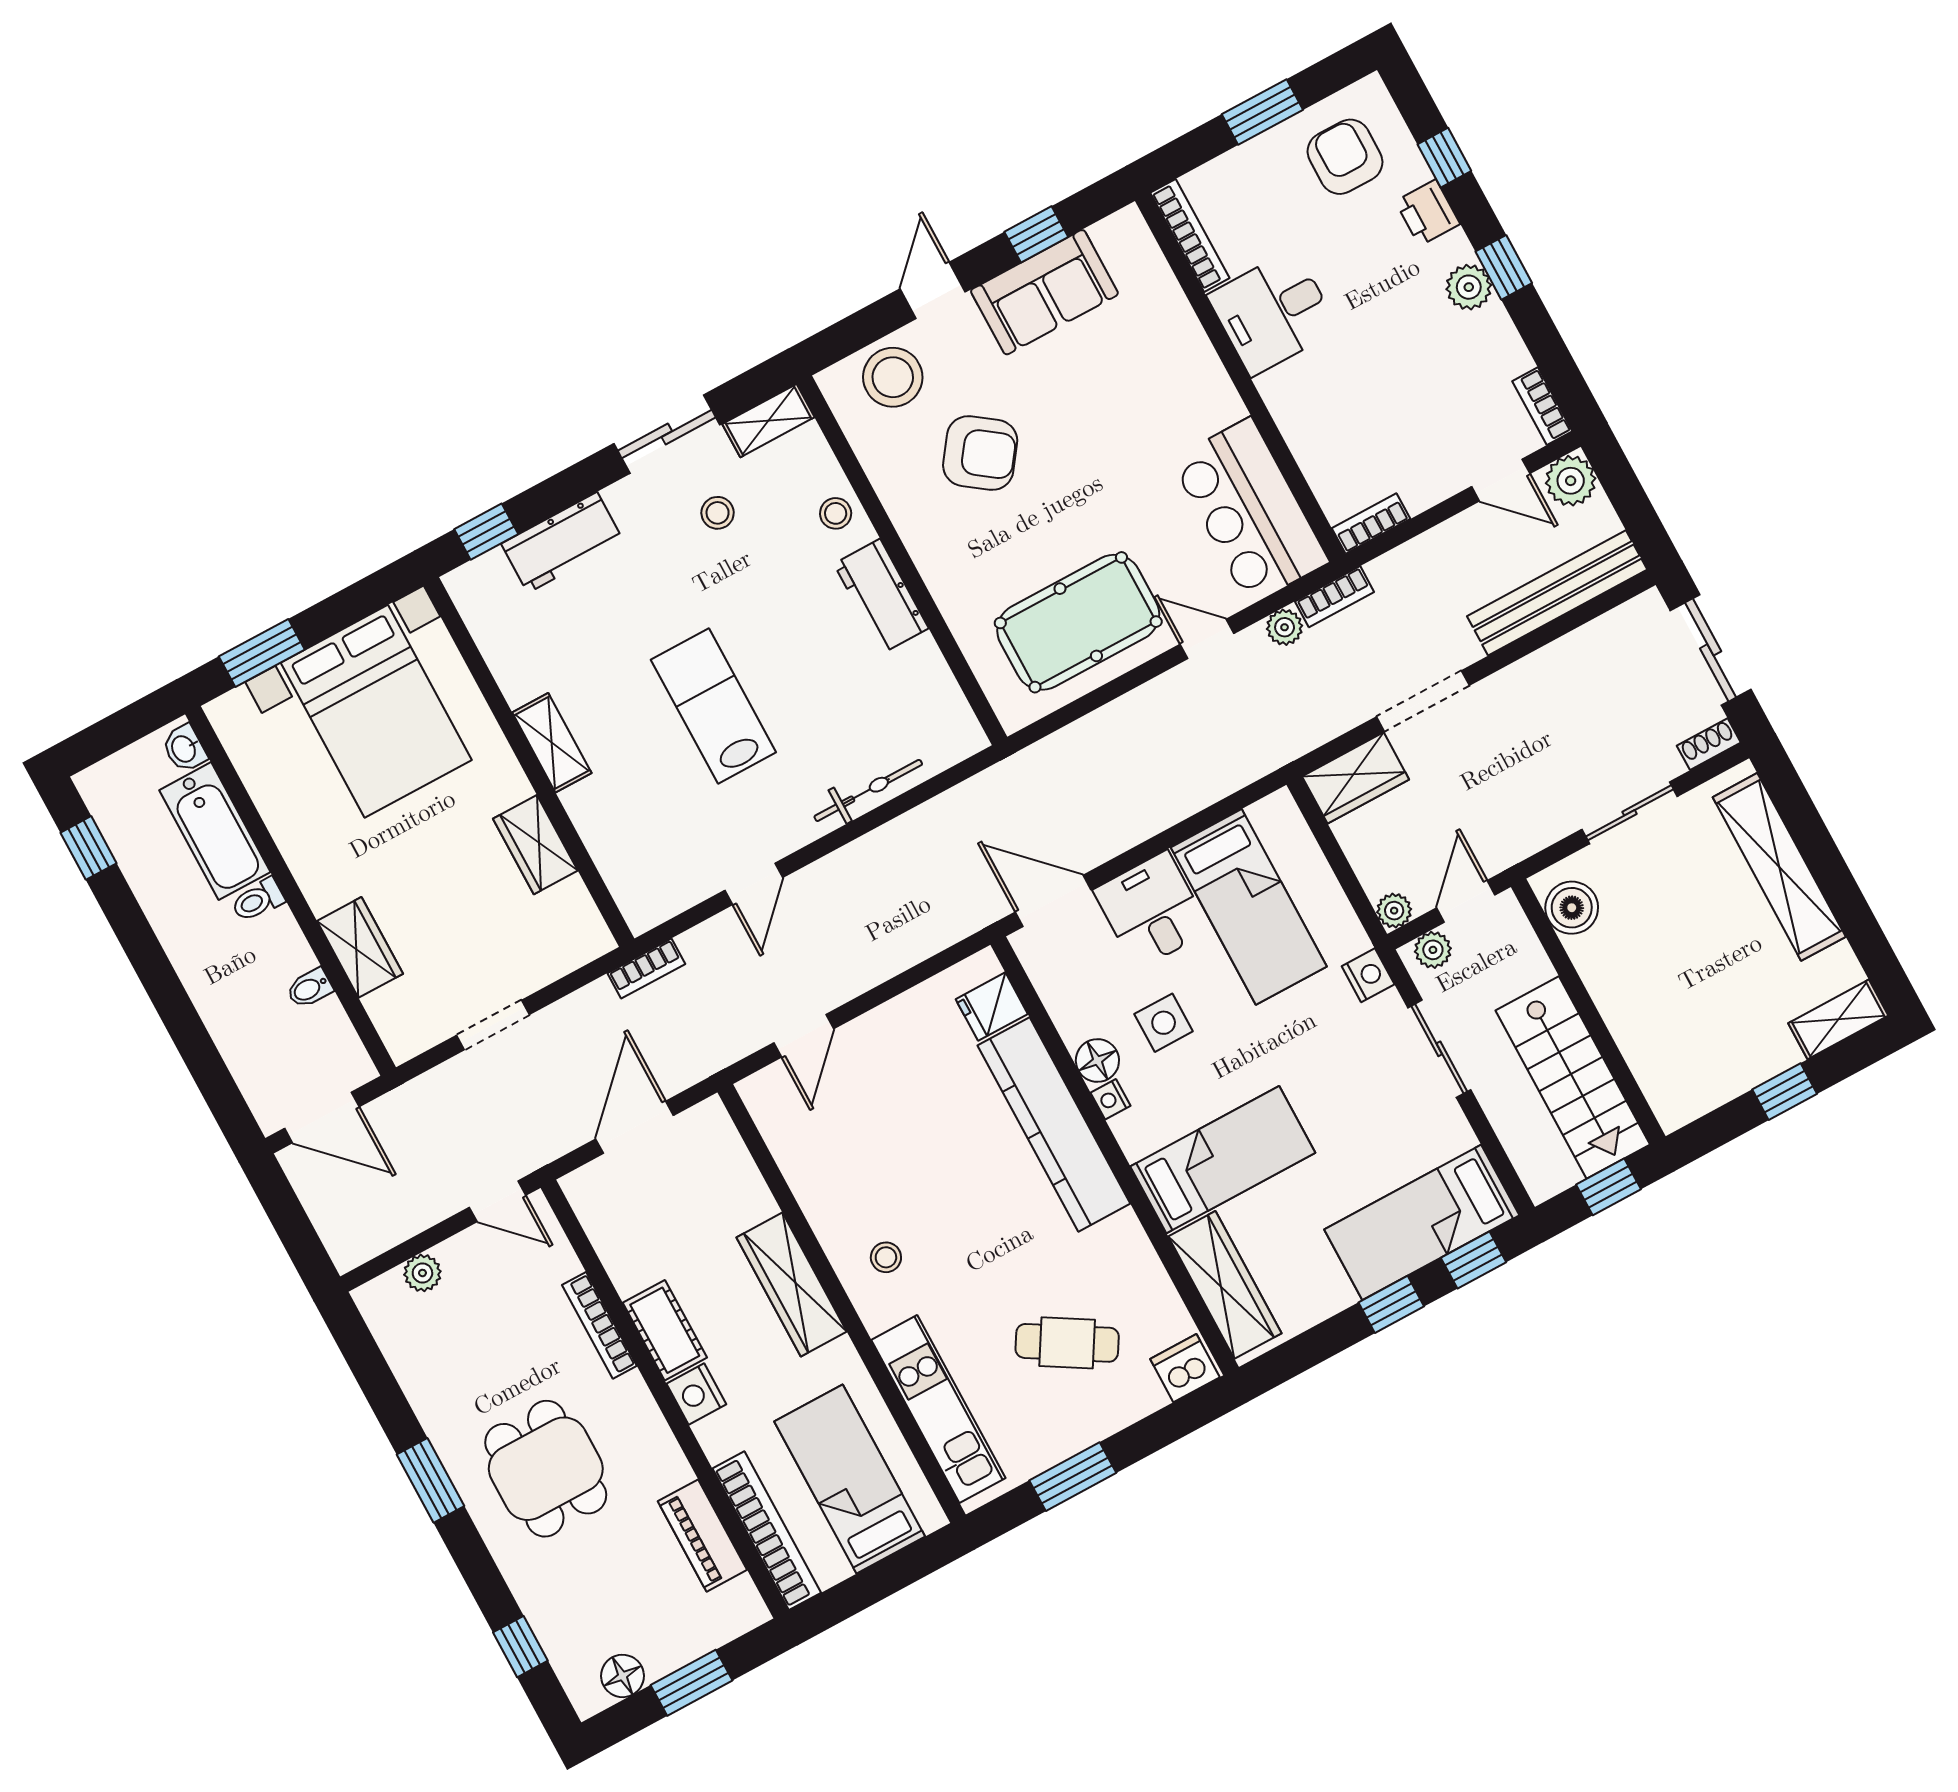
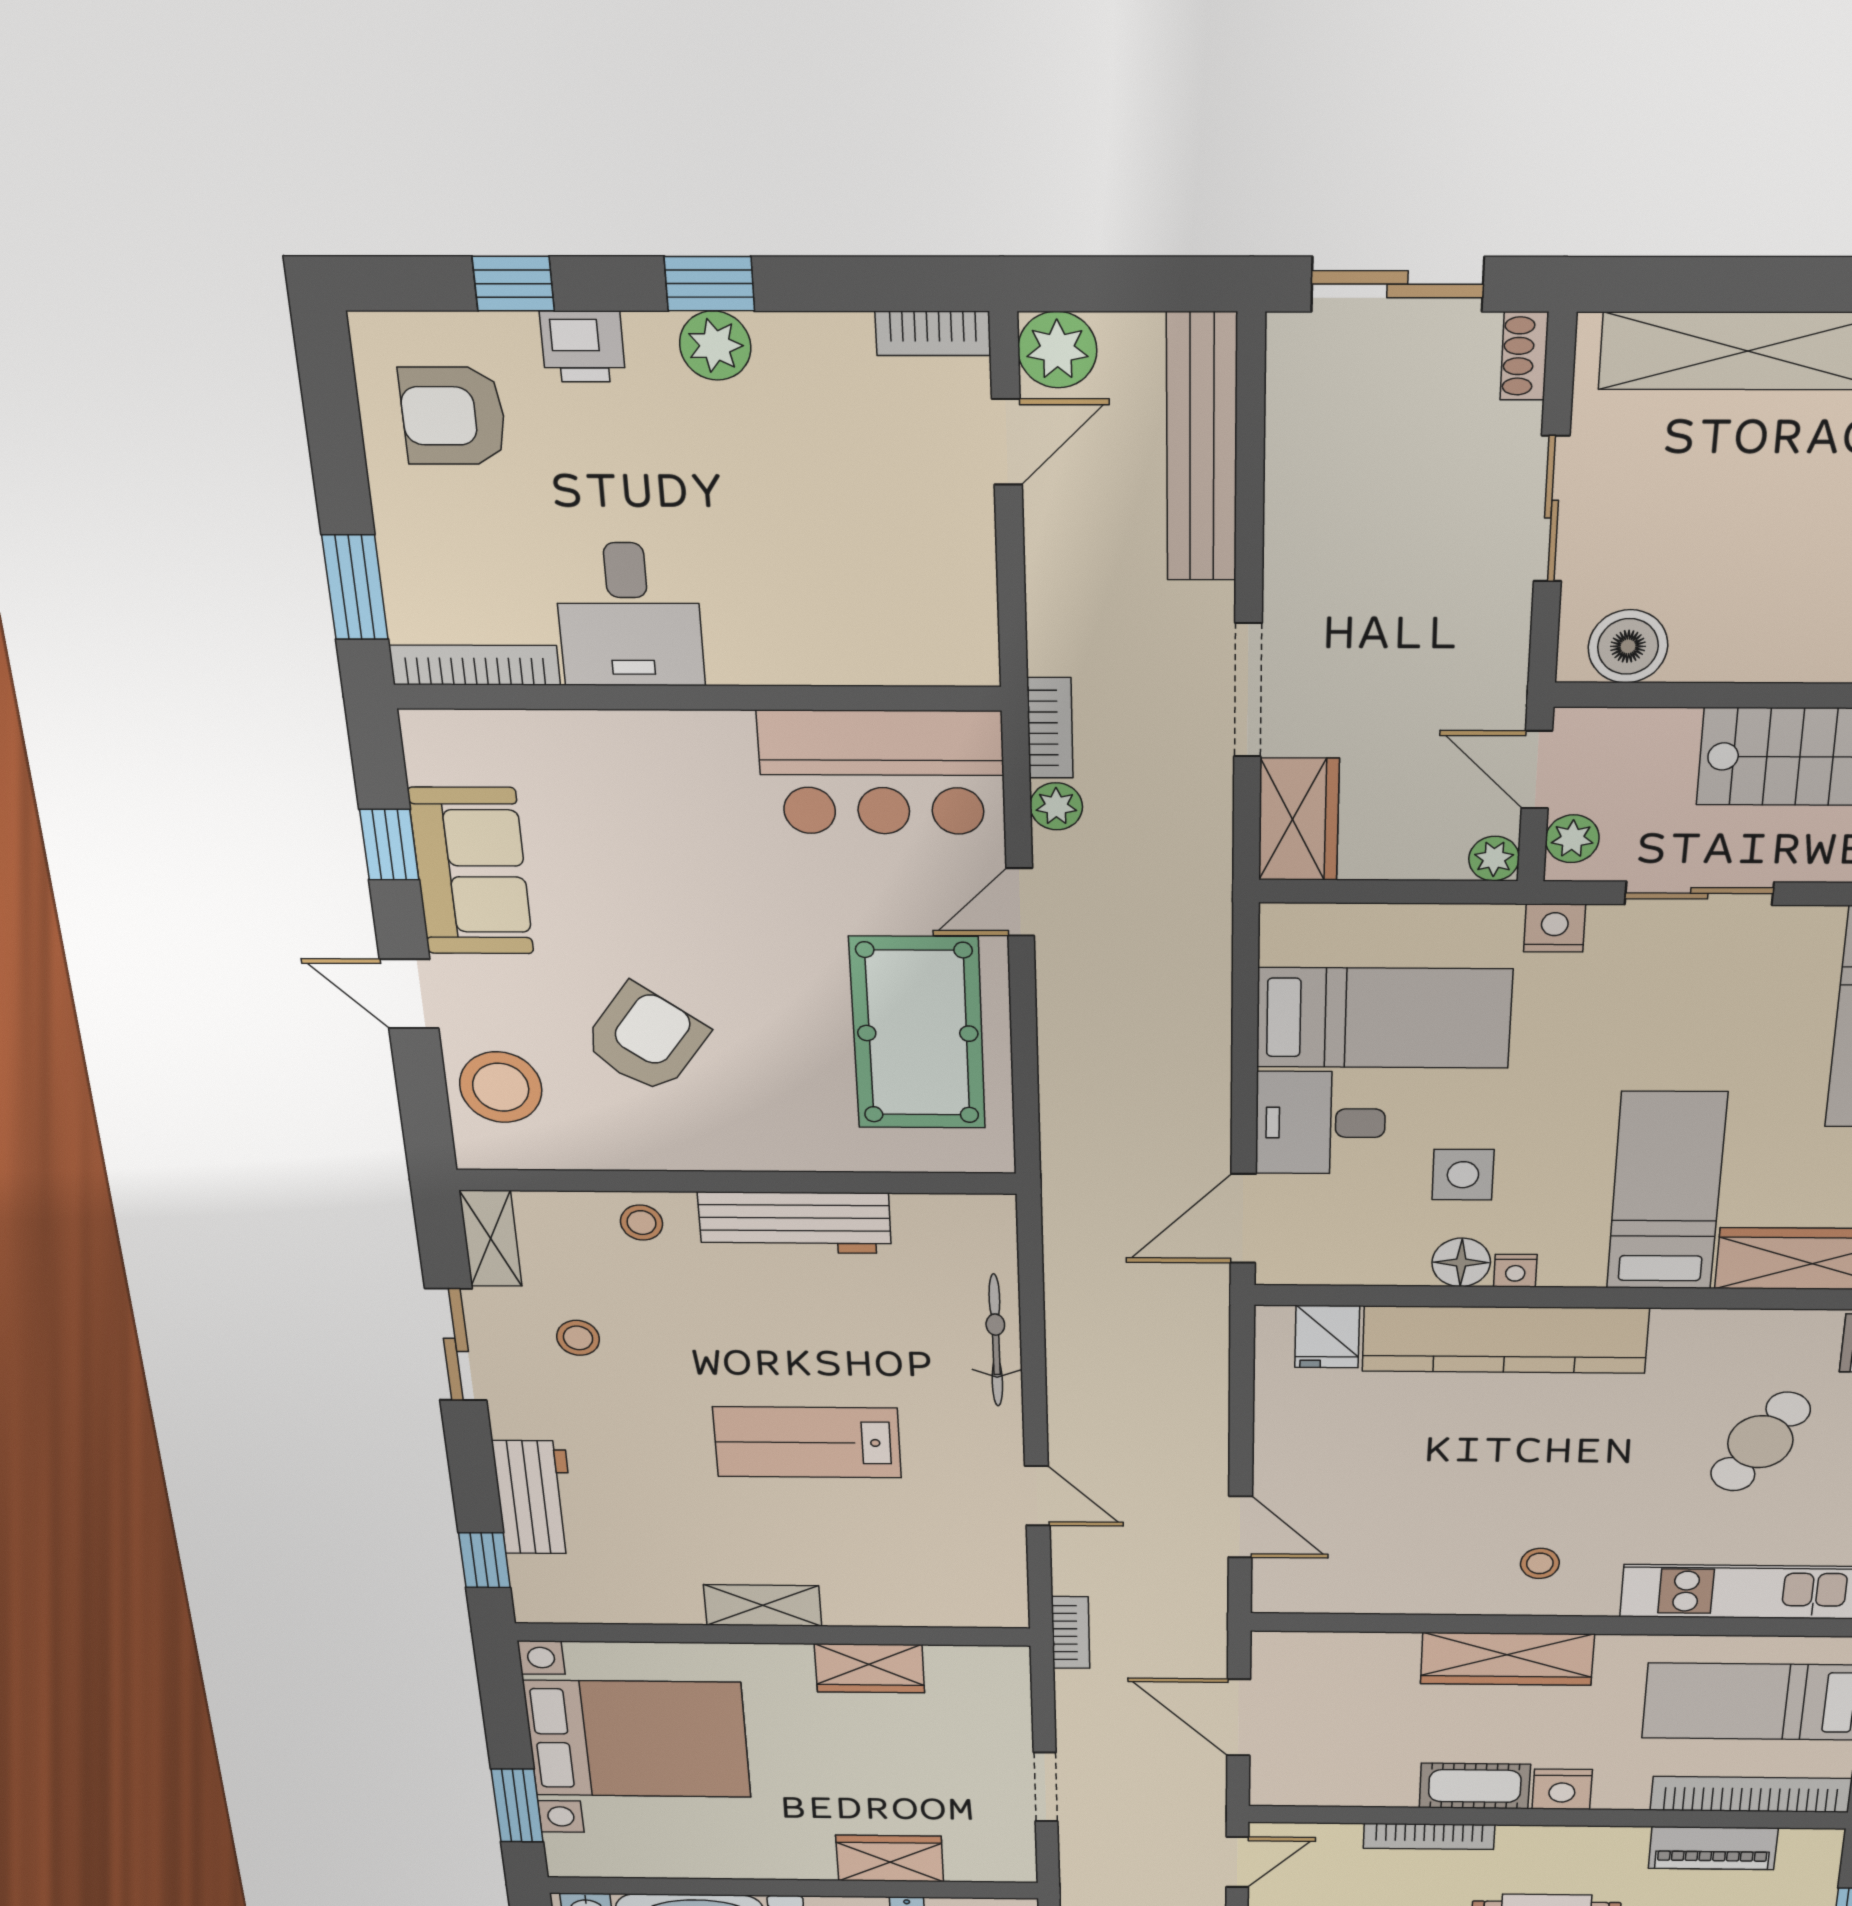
window: (1262, 112) -> (355, 587), moved
bookcase: (1371, 523) -> (977, 636), removed
workbench: (881, 596) -> (795, 1223), width x1.38

